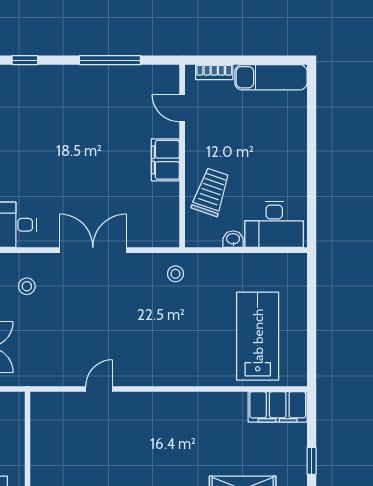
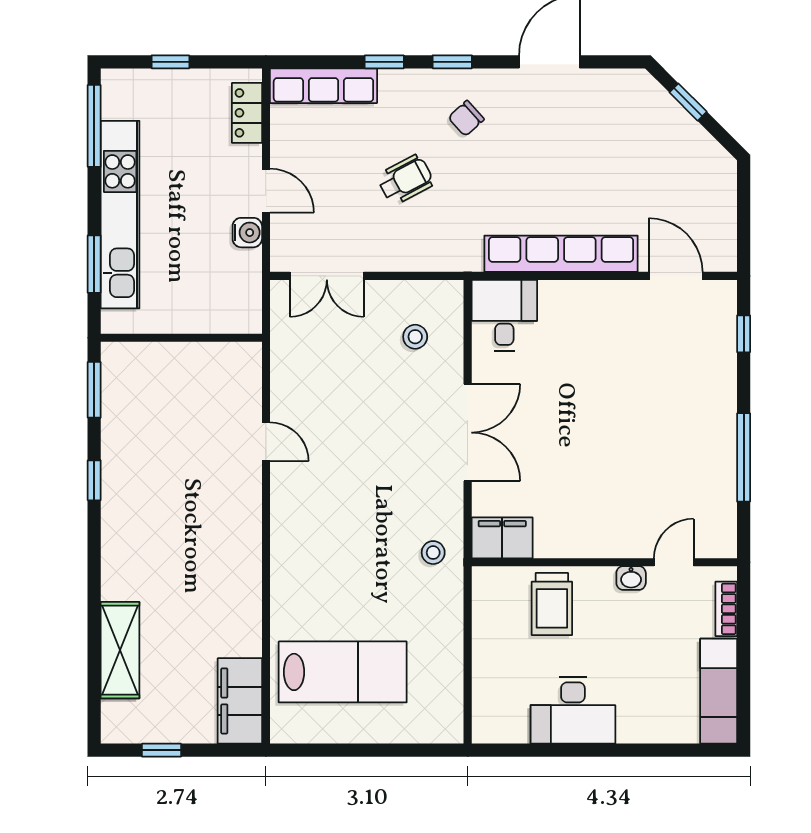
filing cabinet: (165, 160) -> (502, 538), moved
trolley: (211, 192) -> (552, 604), turned 71
desk: (274, 224) -> (573, 710), moved, turned -90
washbasin: (233, 239) -> (631, 578), moved, turned 90

